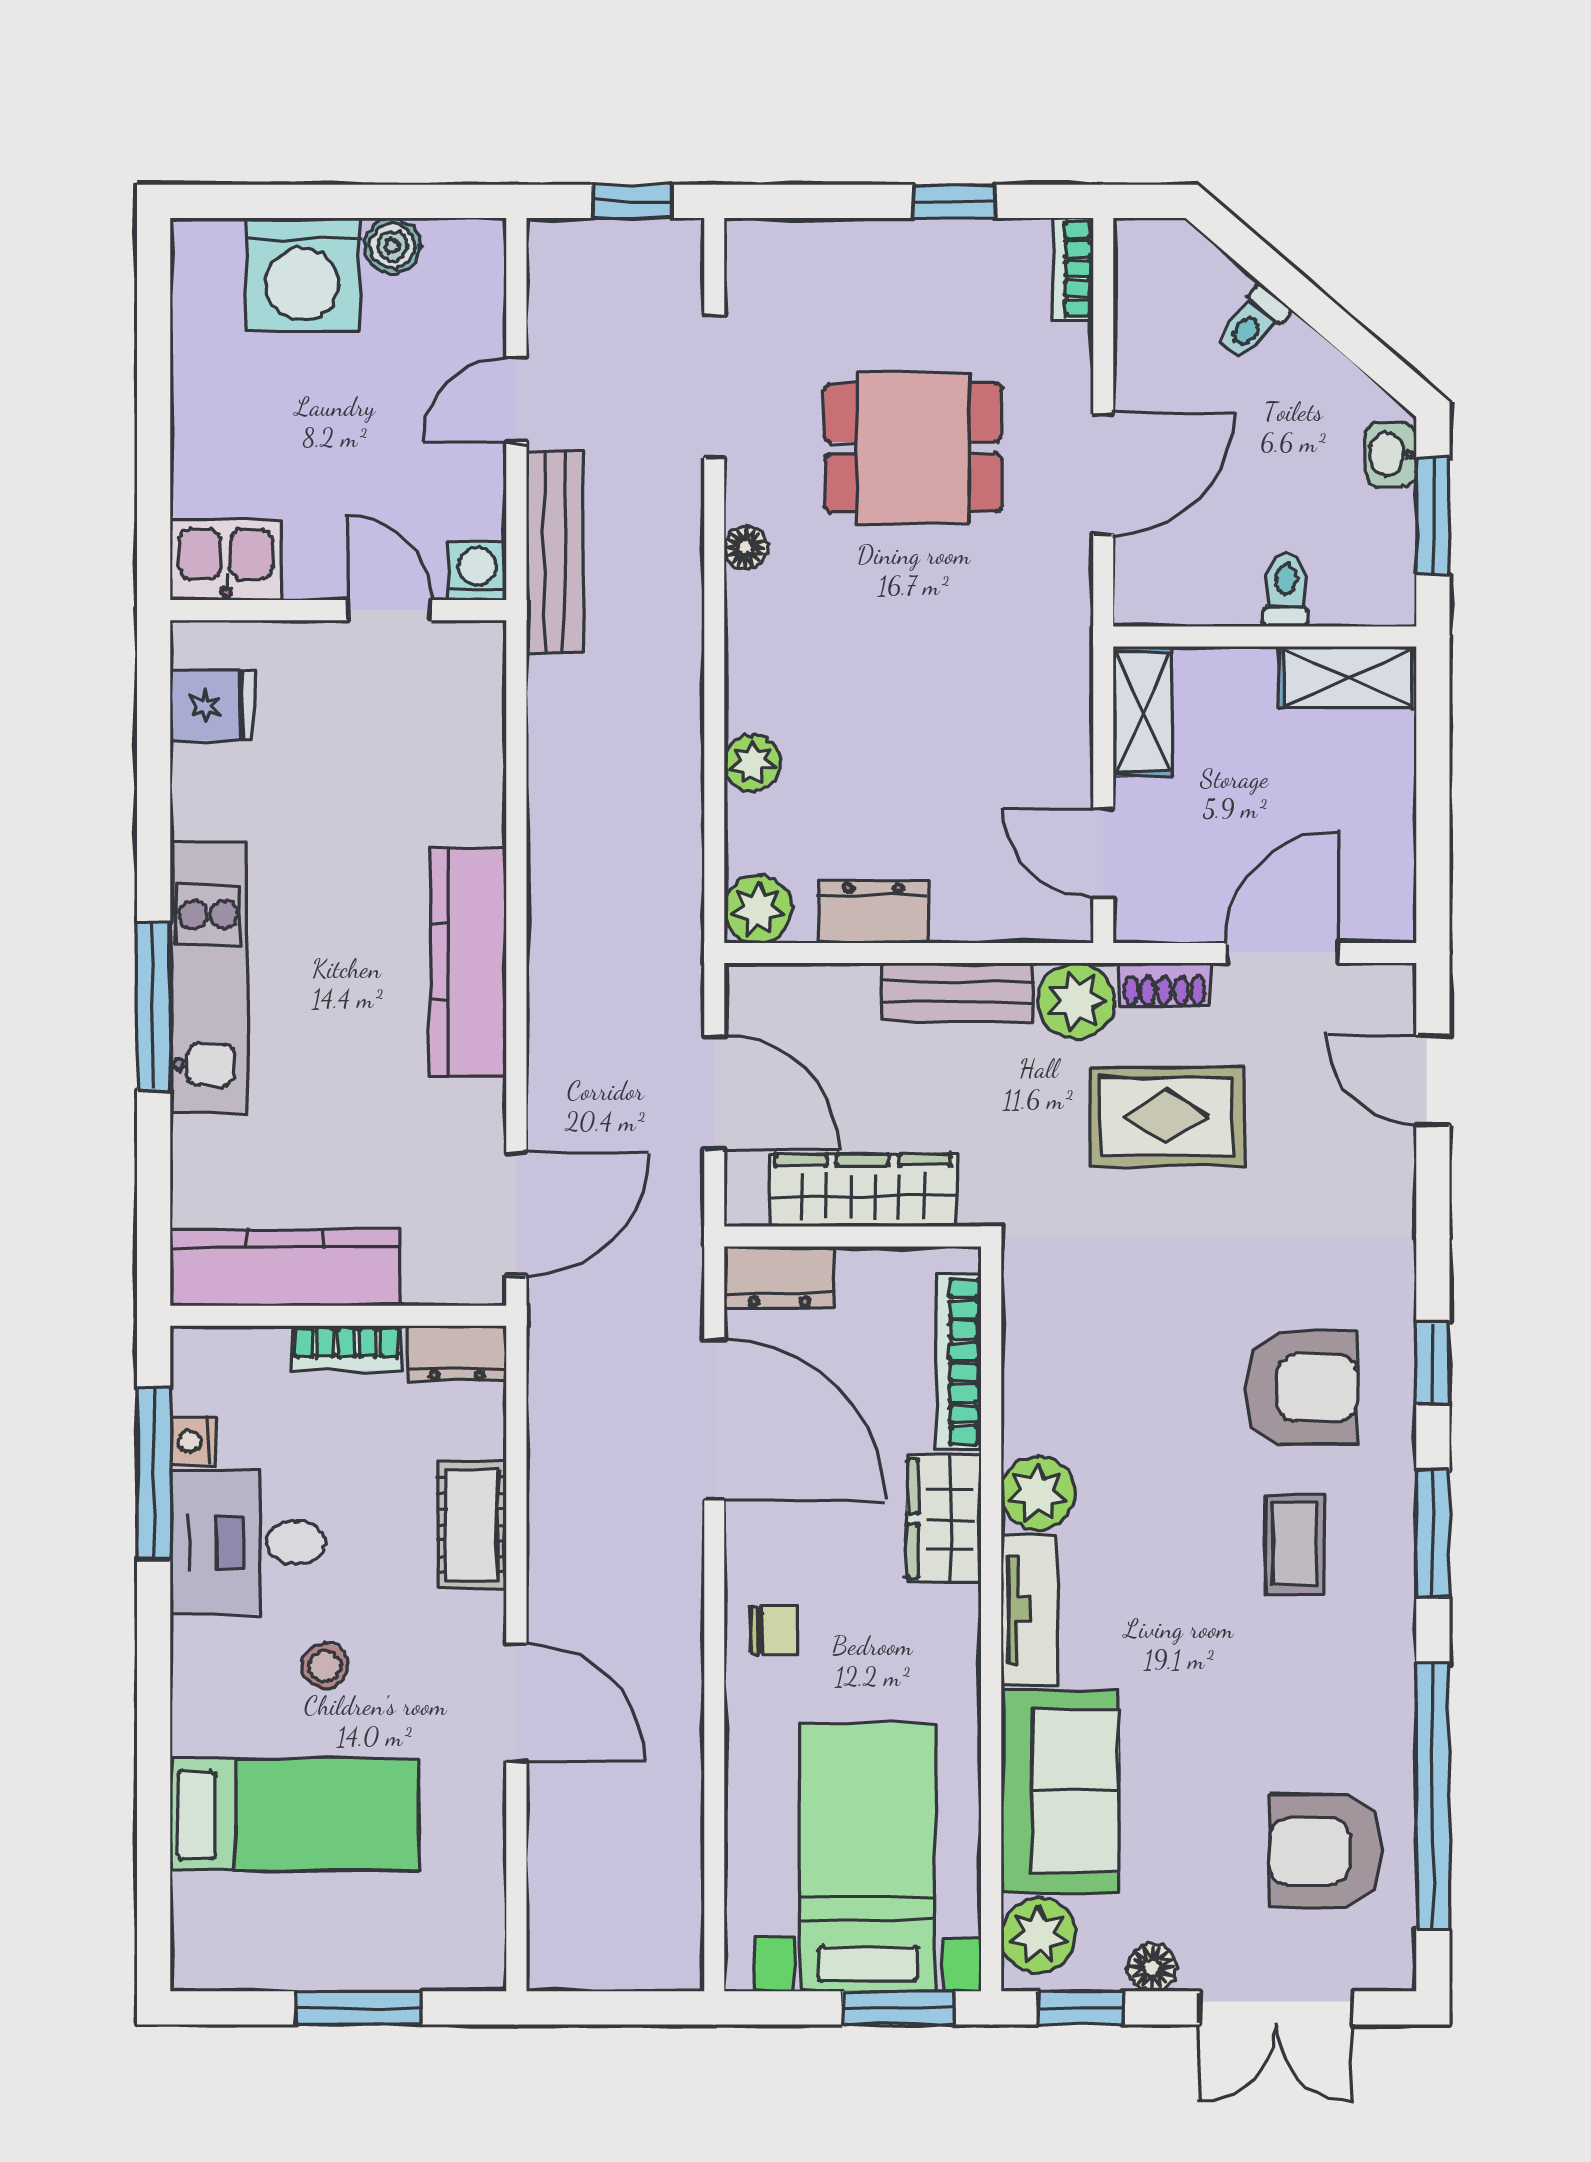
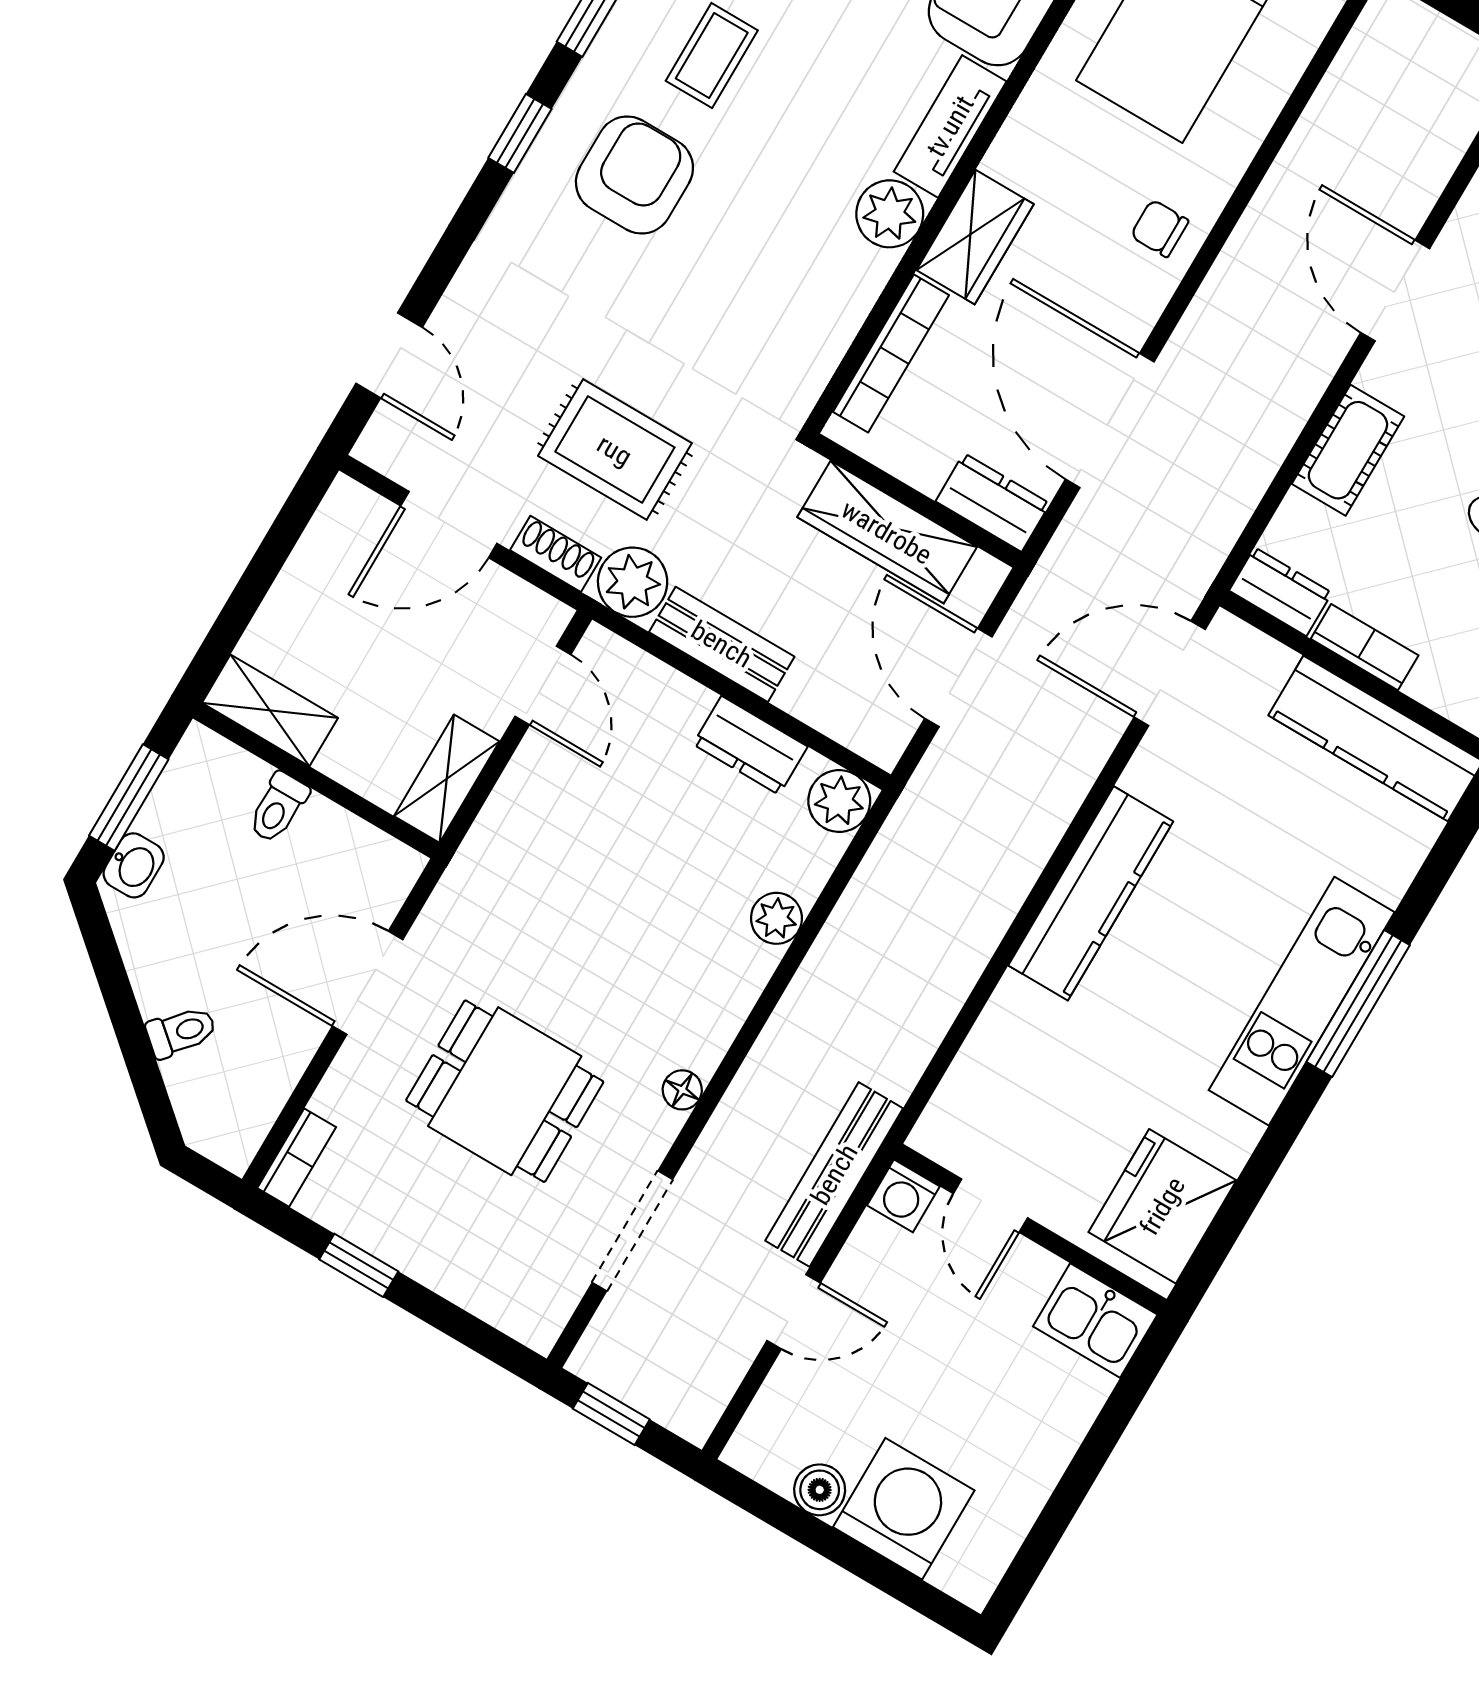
fridge: (212, 706) -> (1162, 1206), width x1.88, depth x1.34
armchair: (1301, 1388) -> (634, 175), turned 90

